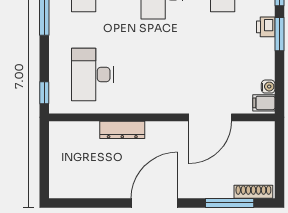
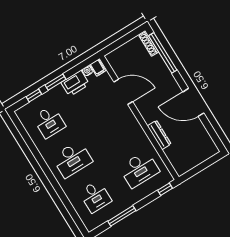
printer: (266, 27) -> (75, 83), moved, width x1.87, depth x1.48
door: (154, 203) -> (193, 102), moved
window: (230, 203) -> (163, 53), width x1.46

